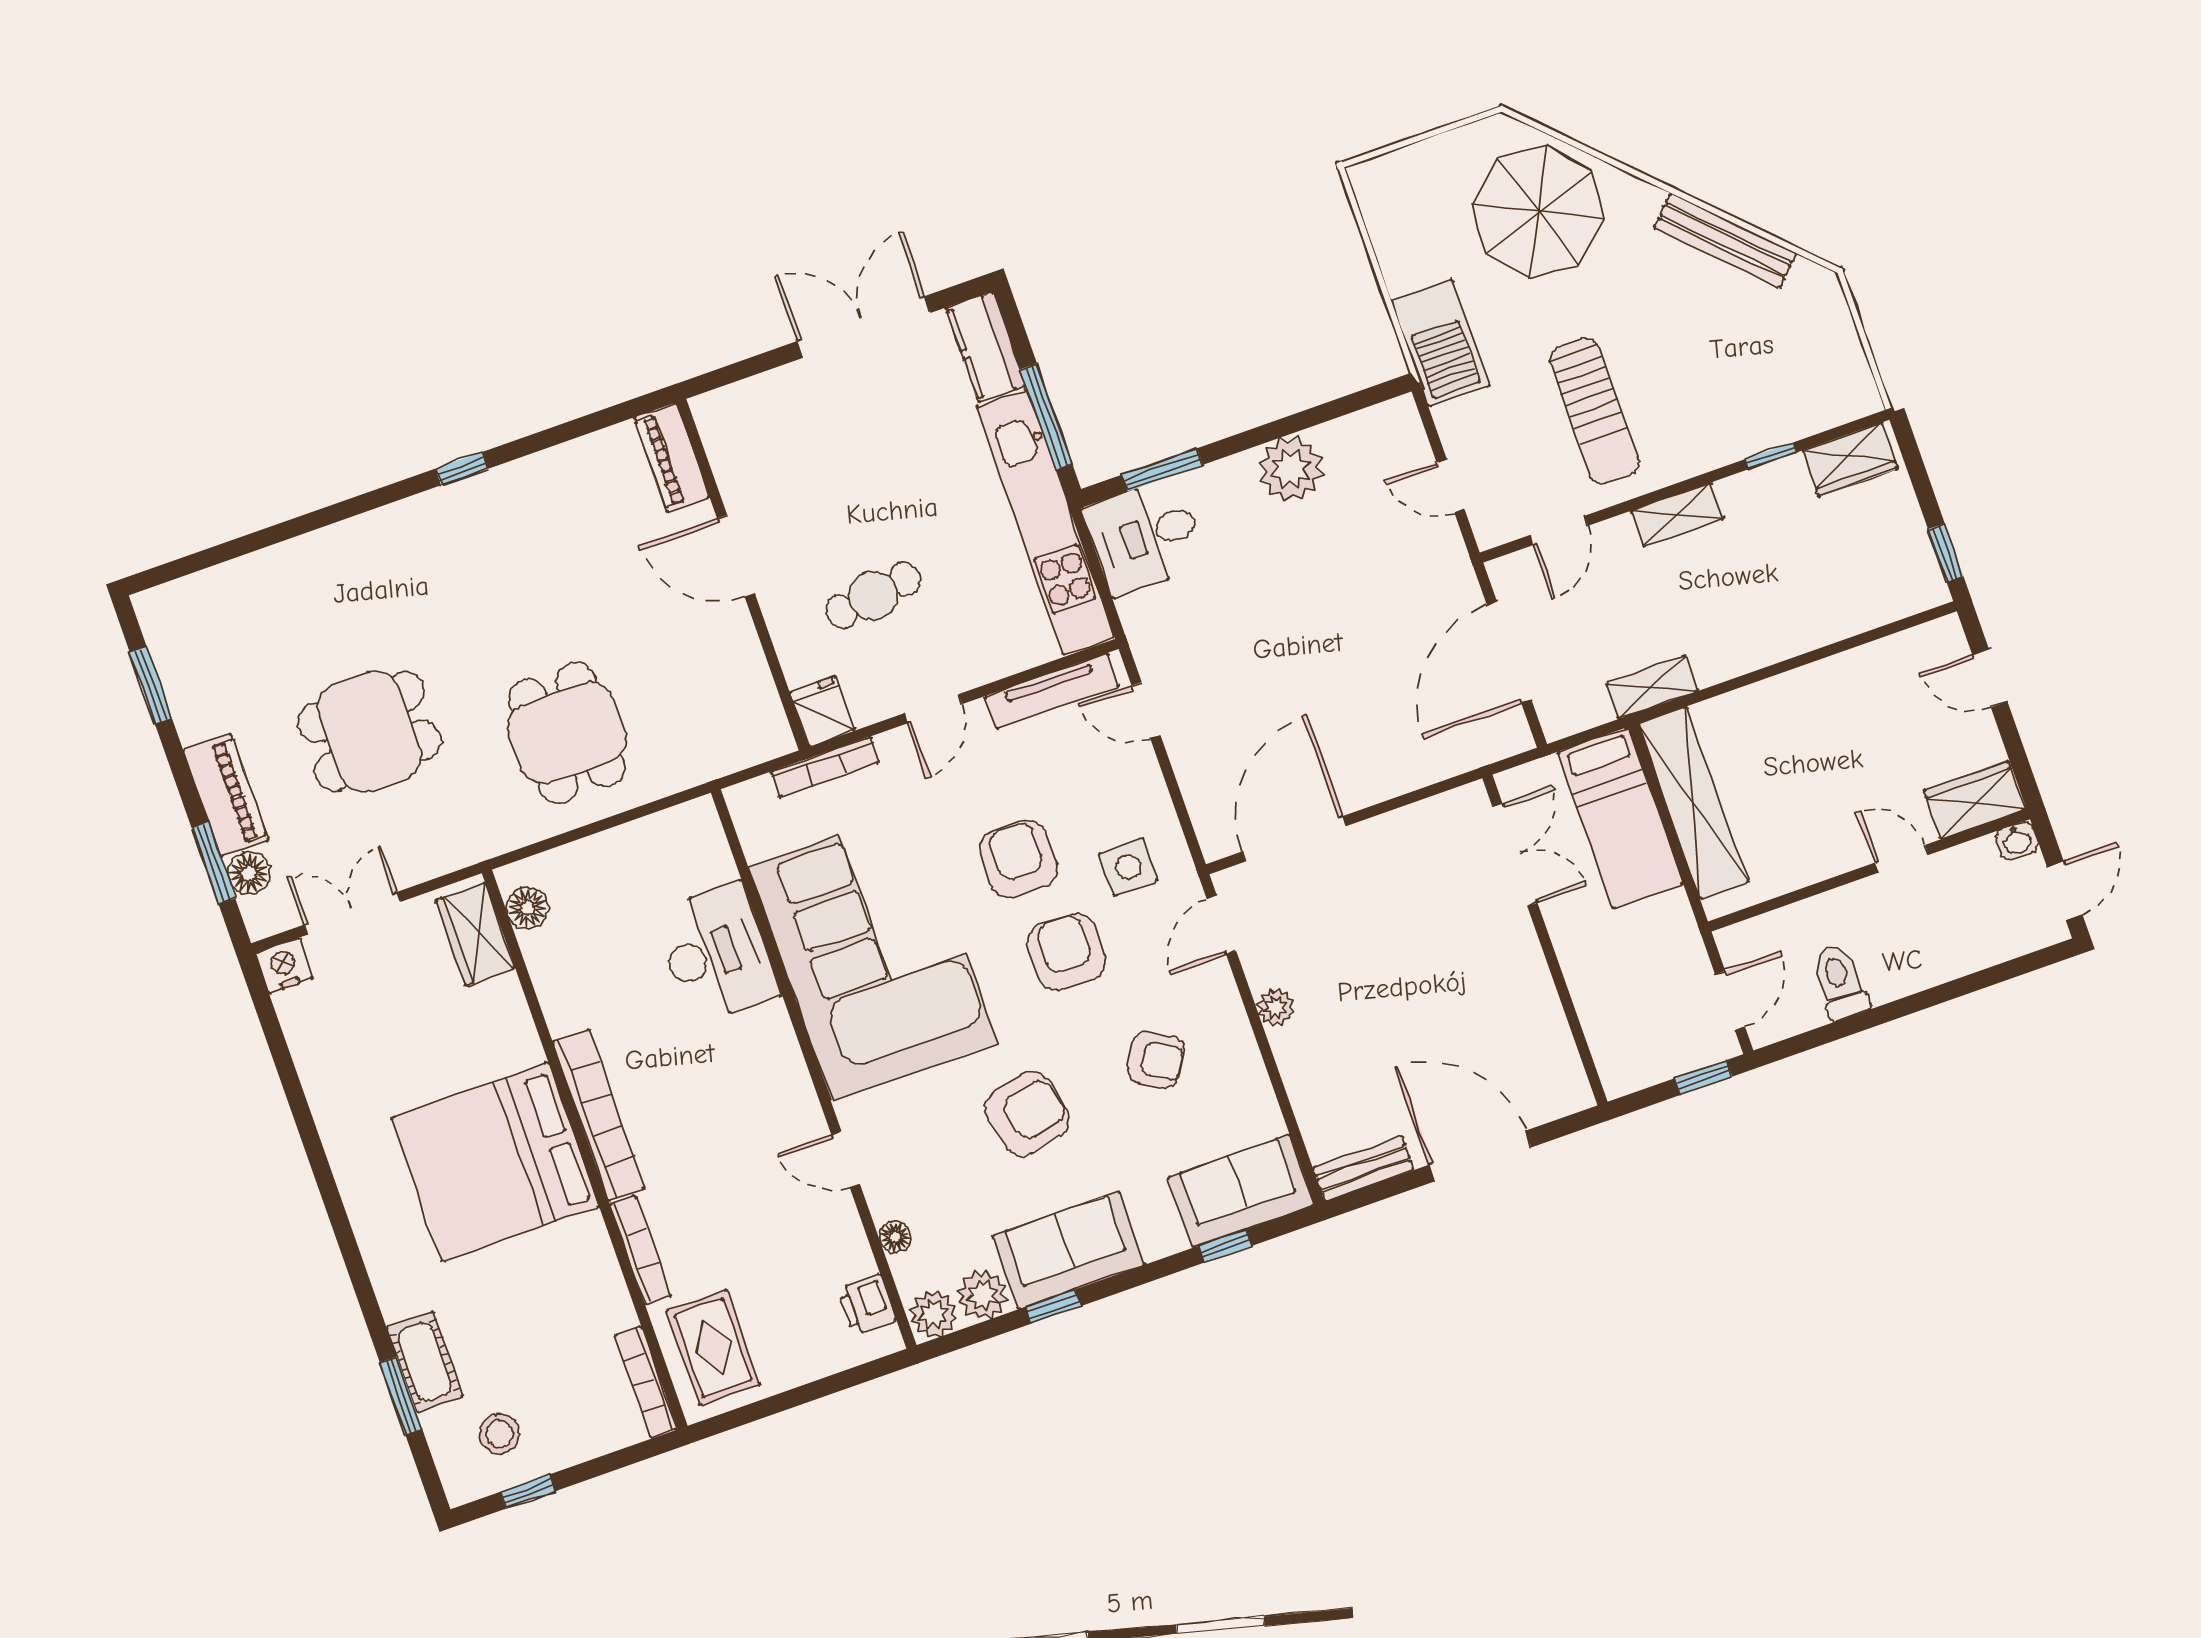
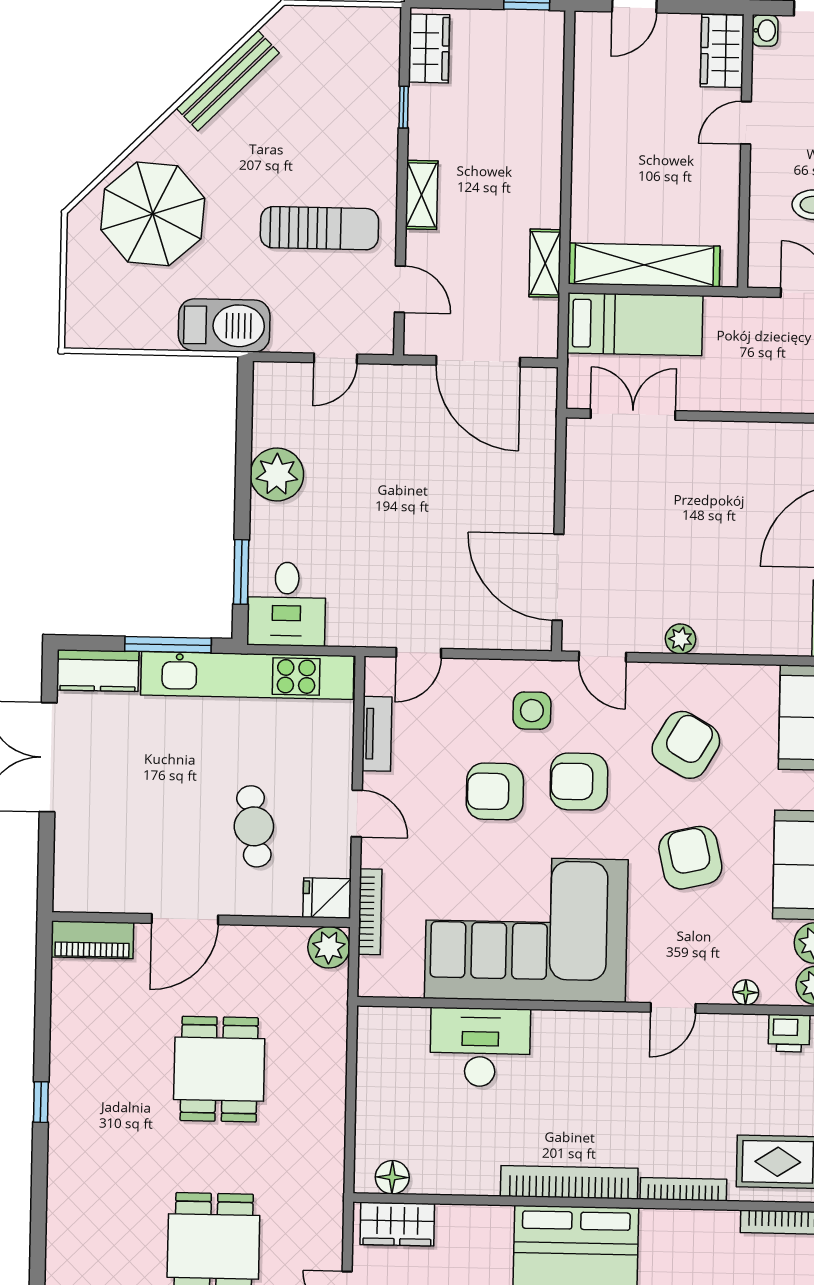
tv unit: (1052, 691) -> (377, 734), width x0.71
dining table: (567, 733) -> (219, 1069), moved, turned 90
plant: (766, 735) -> (329, 947), added
armchair: (1156, 1060) -> (686, 745), width x1.38, depth x1.38

